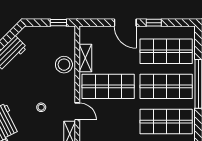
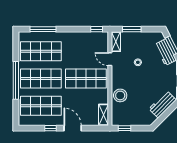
shelving: (85, 58) -> (104, 115), moved

